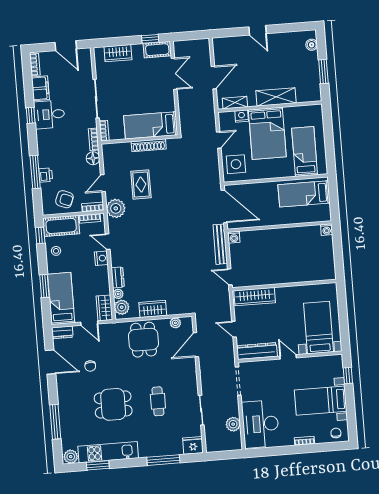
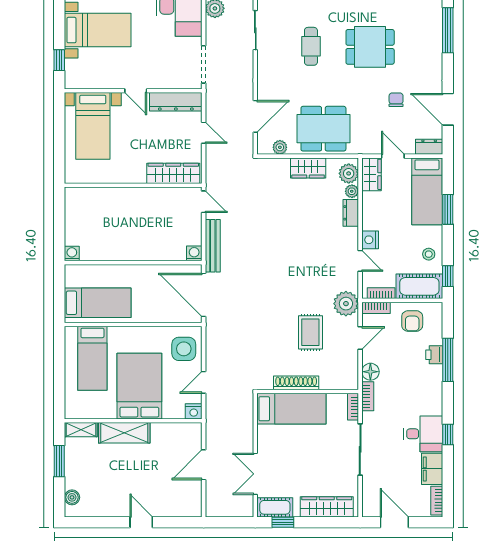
wardrobe: (118, 53) -> (327, 507), width x1.50
shelving: (235, 103) -> (81, 430), moved
nightstand: (242, 116) -> (194, 411), moved
armchair: (64, 199) -> (412, 321), turned -112
dining table: (144, 340) -> (323, 129), width x1.38

